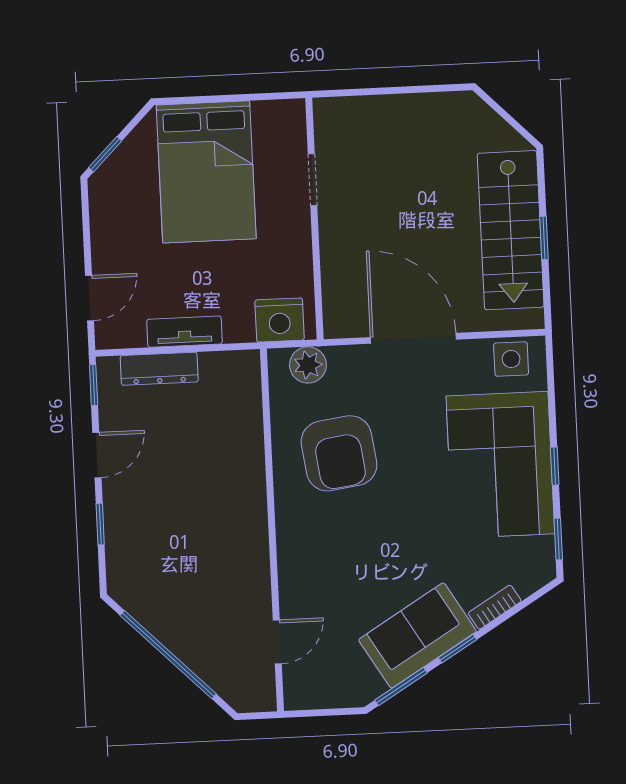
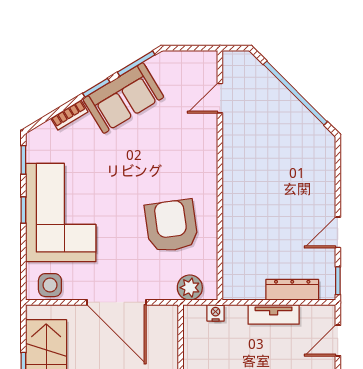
nightstand: (280, 320) -> (216, 313), width x0.53, depth x0.56
window: (100, 524) -> (338, 185), removed

